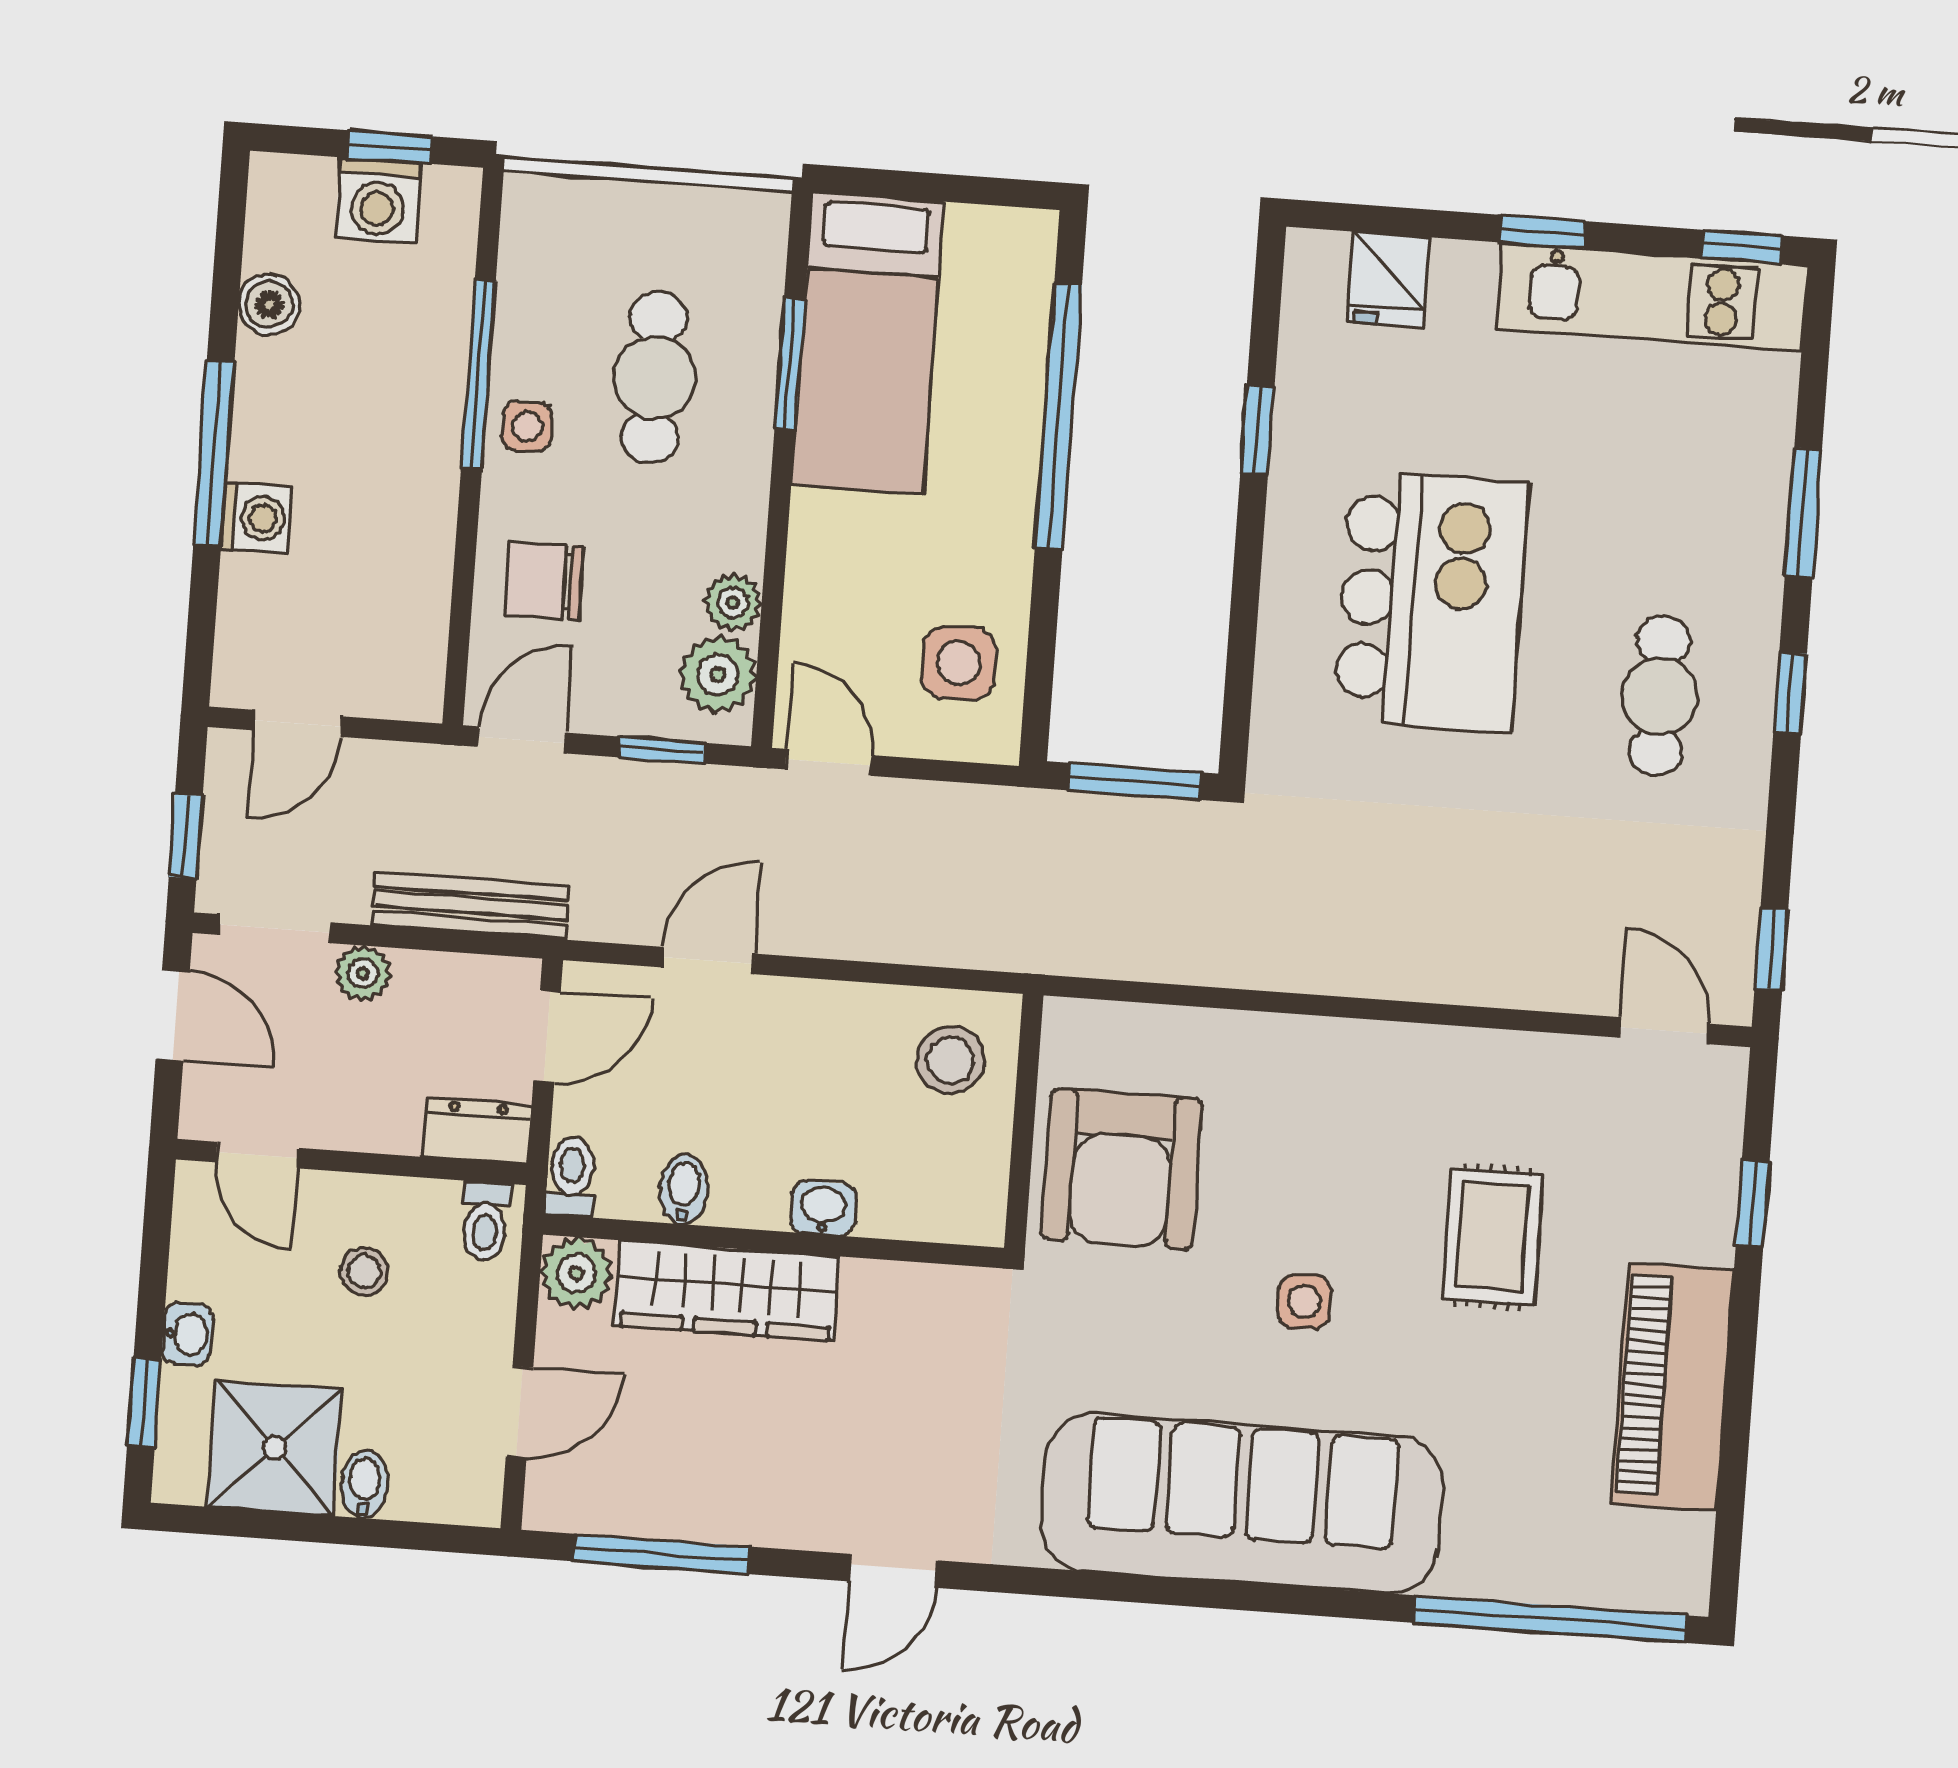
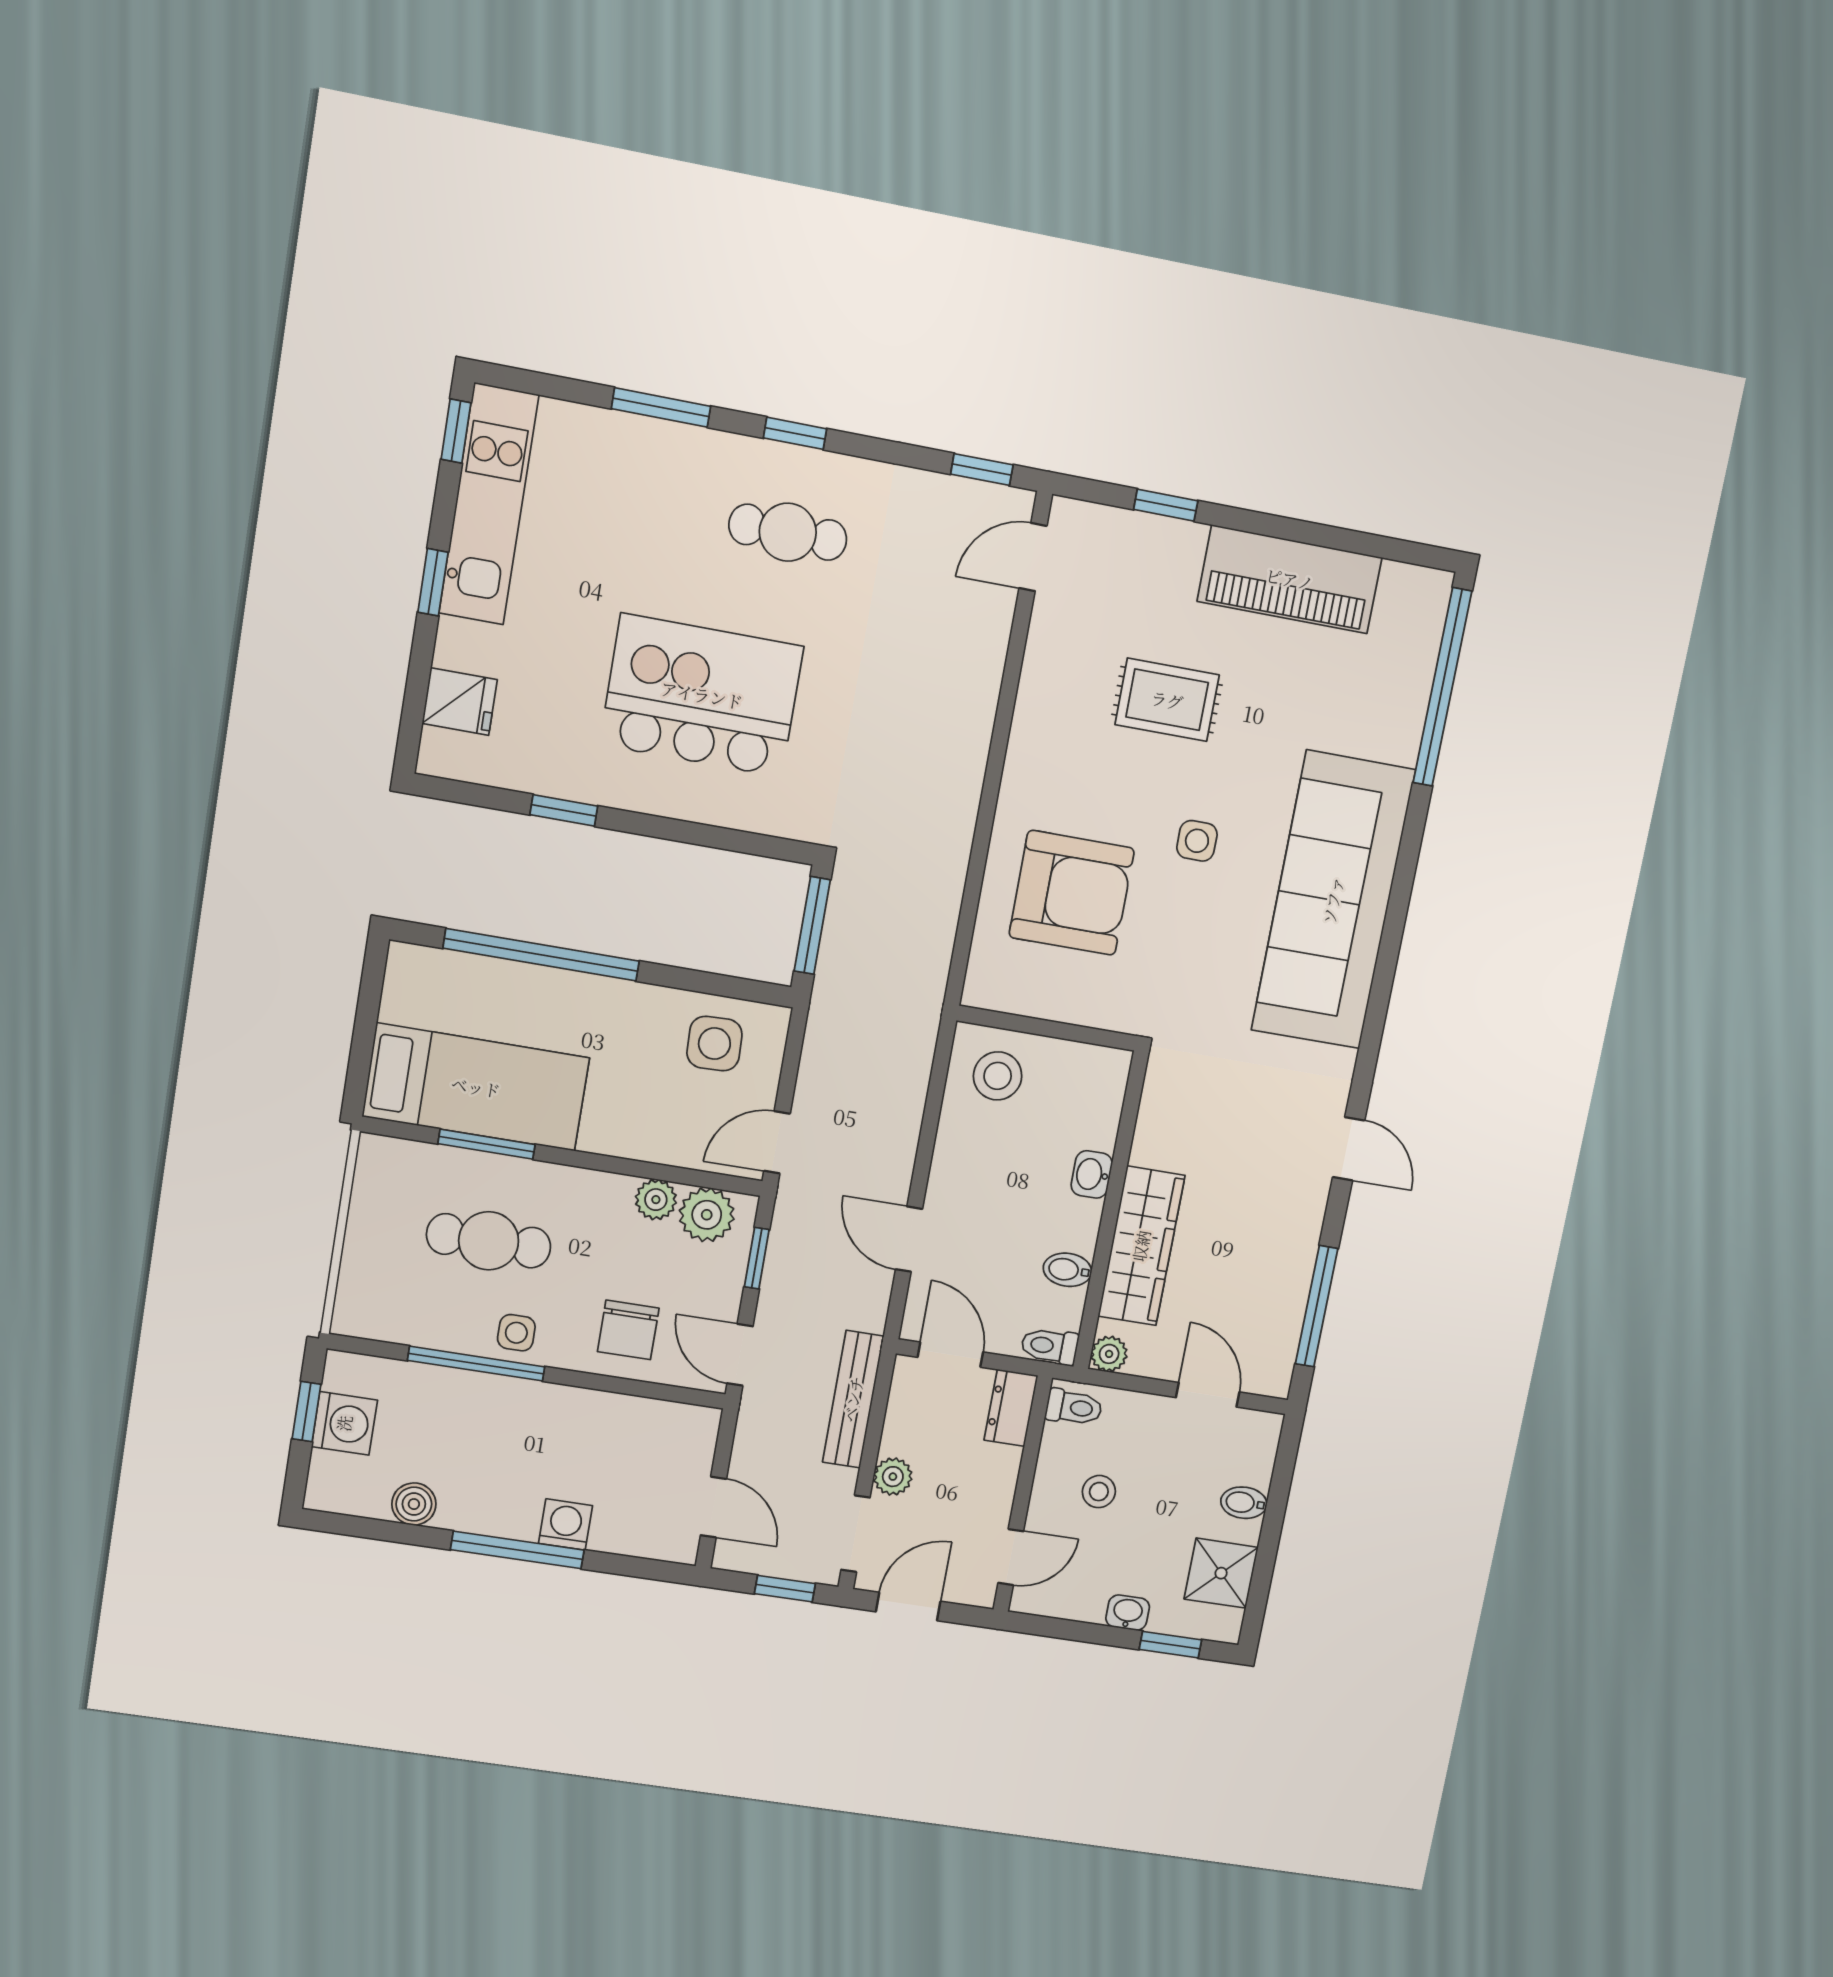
armchair: (1122, 1169) -> (1072, 893), moved
plant: (576, 1273) -> (1109, 1354), width x0.73, depth x0.73
shower: (275, 1448) -> (1221, 1573), width x0.73, depth x0.73

